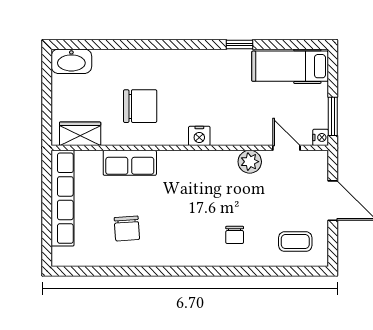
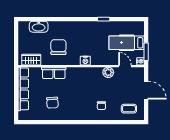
washbasin: (71, 61) -> (39, 27), moved
hospital bed: (290, 66) -> (127, 43), moved
chair: (140, 106) -> (58, 47), turned -90

